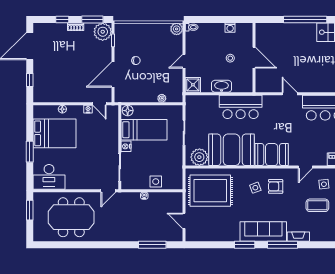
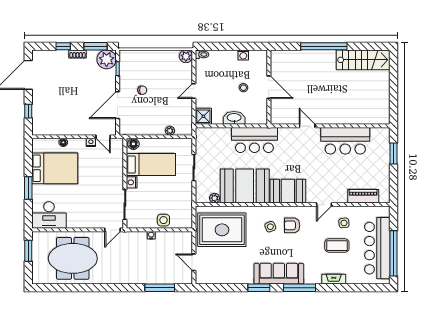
plant: (199, 157) -> (215, 198), width x0.53, depth x0.53
fireplace: (298, 237) -> (334, 279), moved

